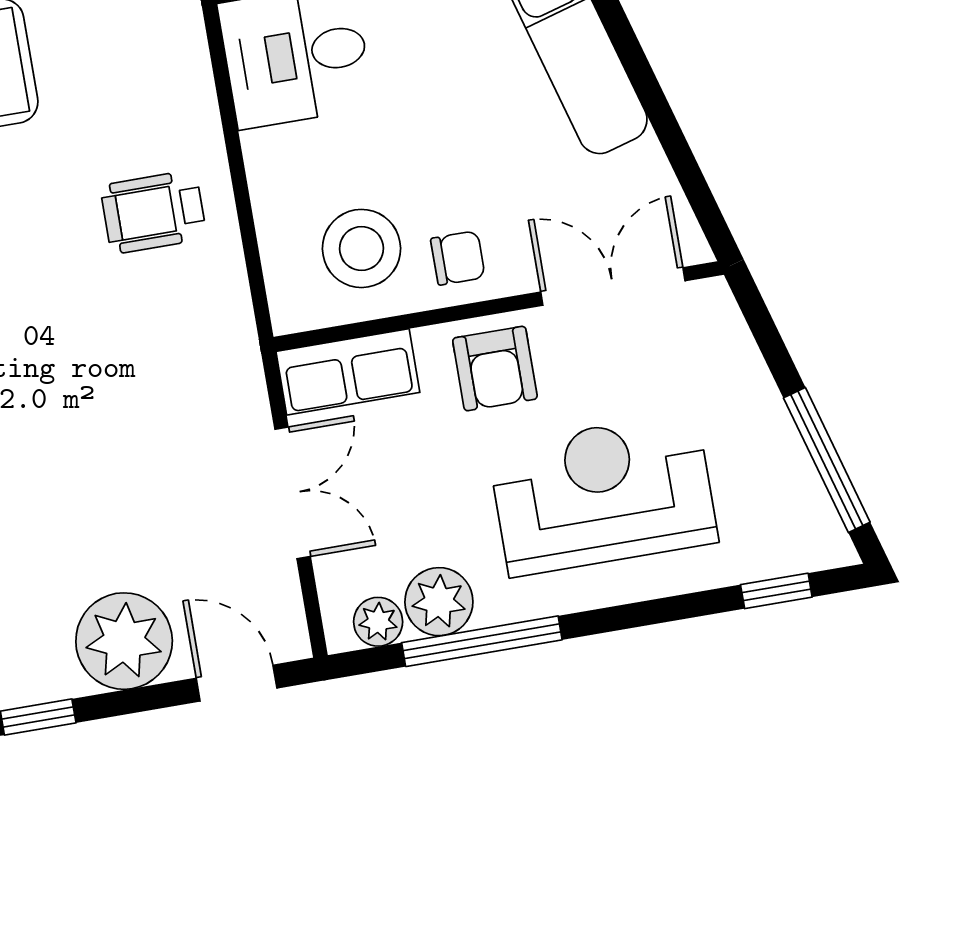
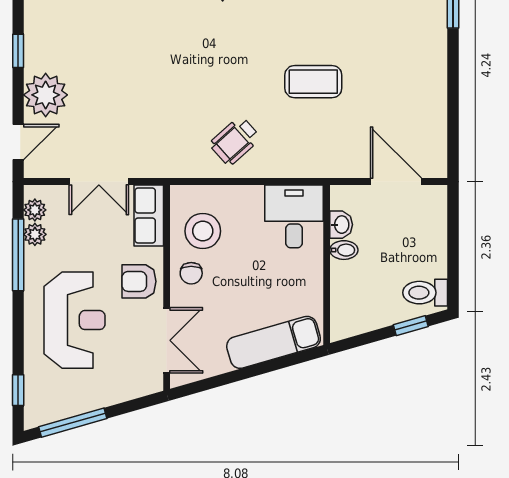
wheelchair: (153, 212) -> (235, 141), turned -132
plant: (439, 602) -> (35, 234), width x0.73, depth x0.73

